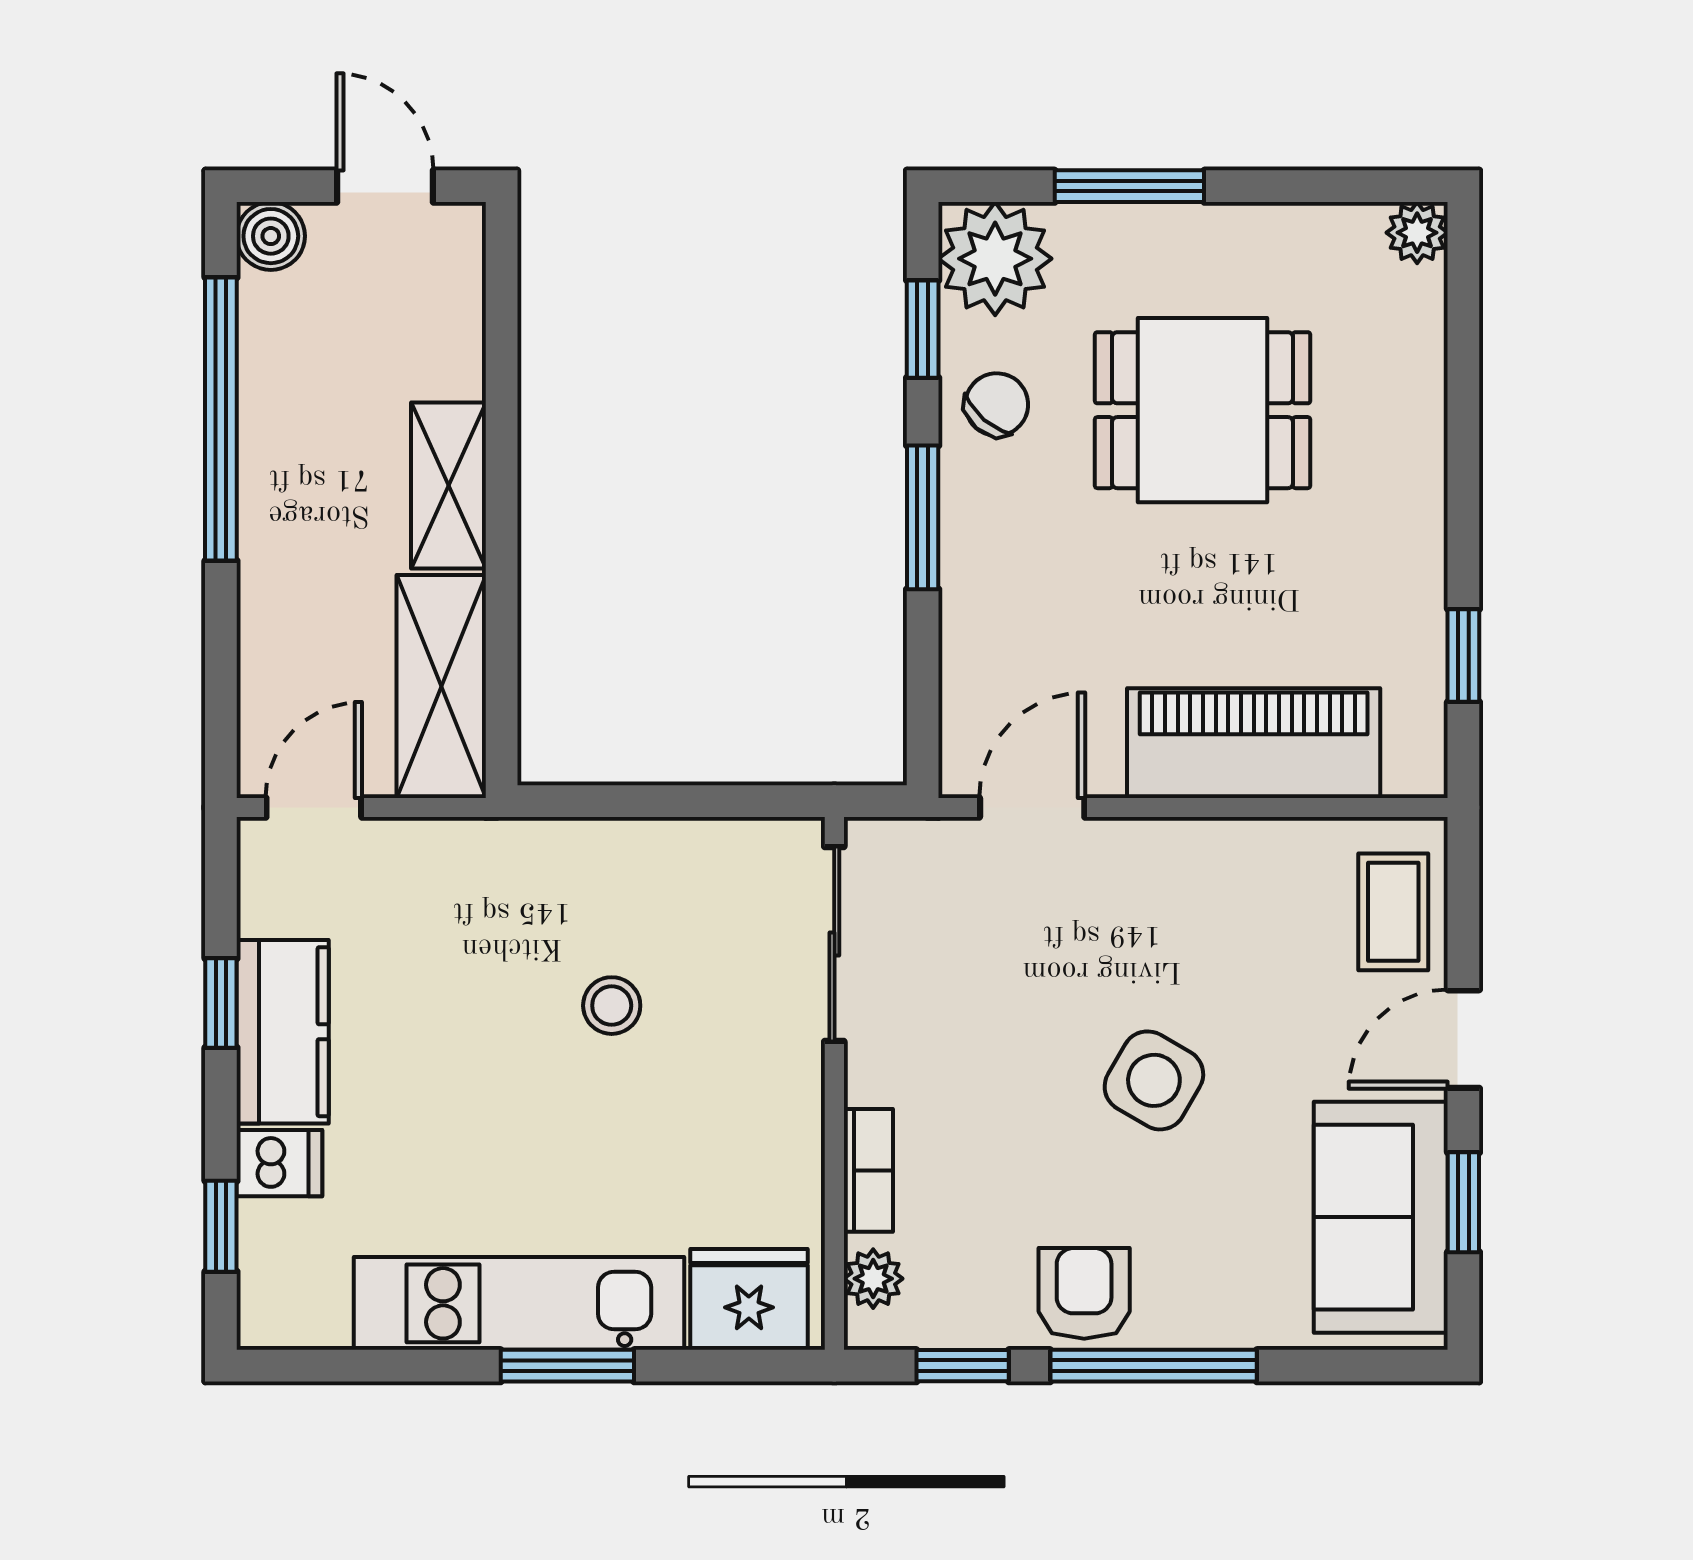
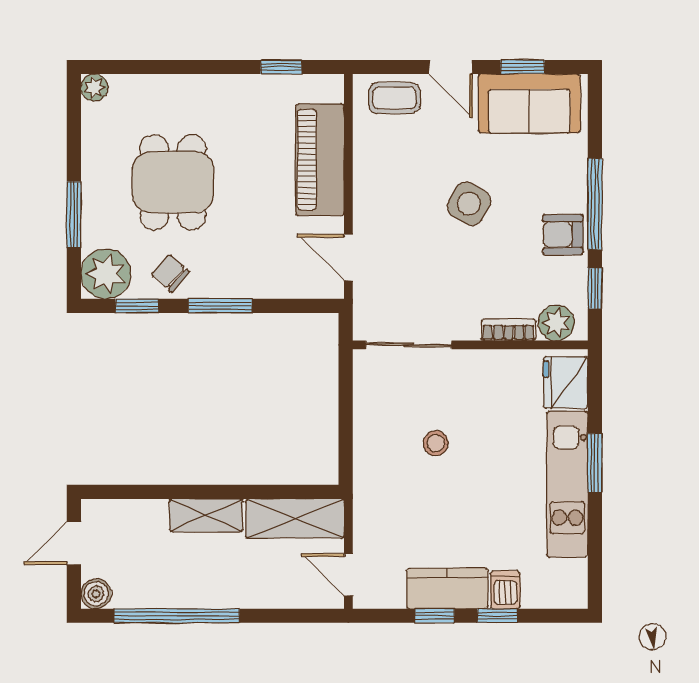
window: (221, 1226) -> (497, 616), moved
plant: (873, 1279) -> (556, 323), width x1.38, depth x1.38

